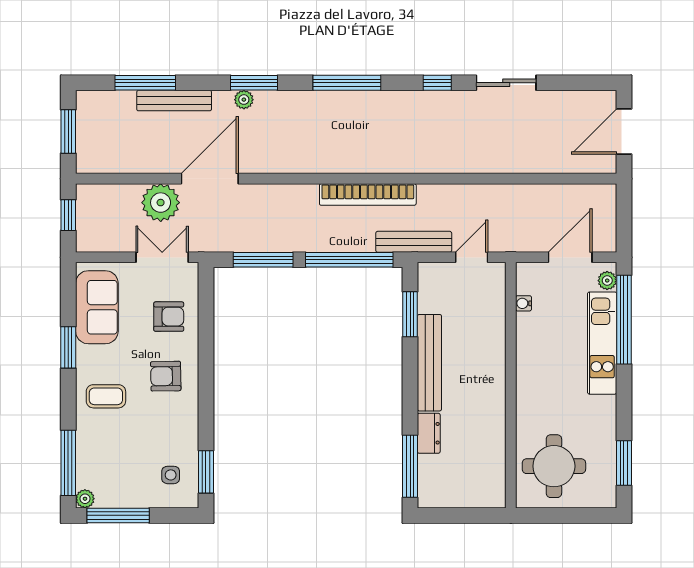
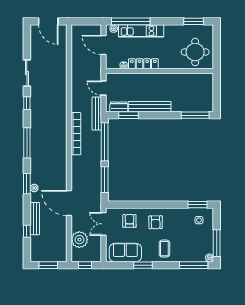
window: (145, 83) -> (27, 231), width x0.46
plant: (161, 203) -> (79, 240), moved
locker: (527, 348) -> (143, 64), added
dresser: (429, 433) -> (119, 107), moved

